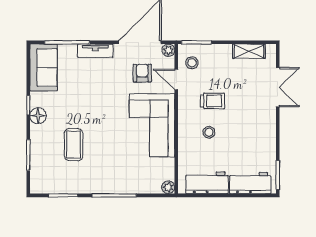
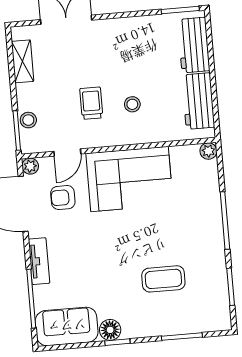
stool: (192, 63) -> (28, 120), moved
floor lamp: (38, 116) -> (110, 330), moved

